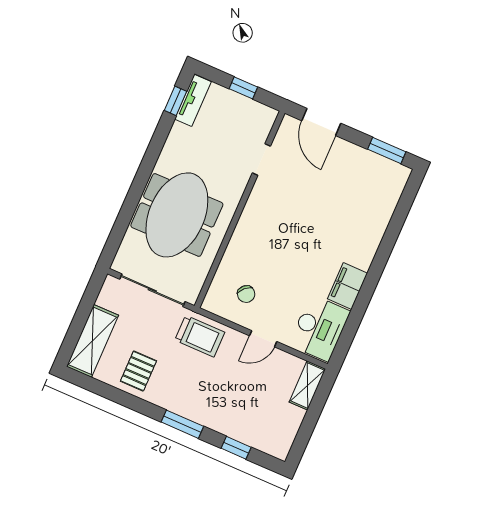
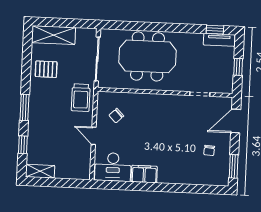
chair: (350, 177) -> (209, 150), added
shelving: (307, 385) -> (40, 171), moved

